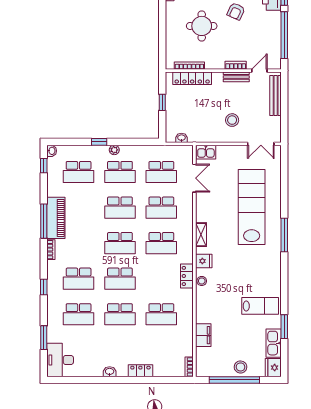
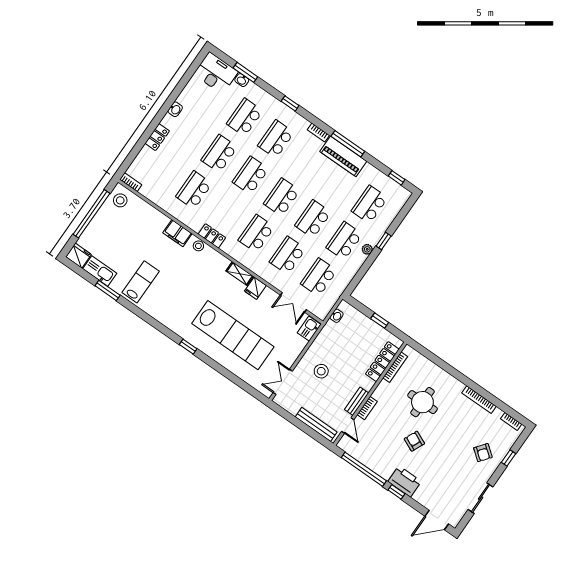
washbasin: (52, 151) -> (242, 80), moved
window: (284, 235) -> (188, 347), width x0.46
fridge: (204, 261) -> (255, 288), moved
lab bench: (260, 306) -> (141, 282), turned 180
filing cabinet: (203, 335) -> (177, 233), moved
stool: (240, 367) -> (120, 200), moved

